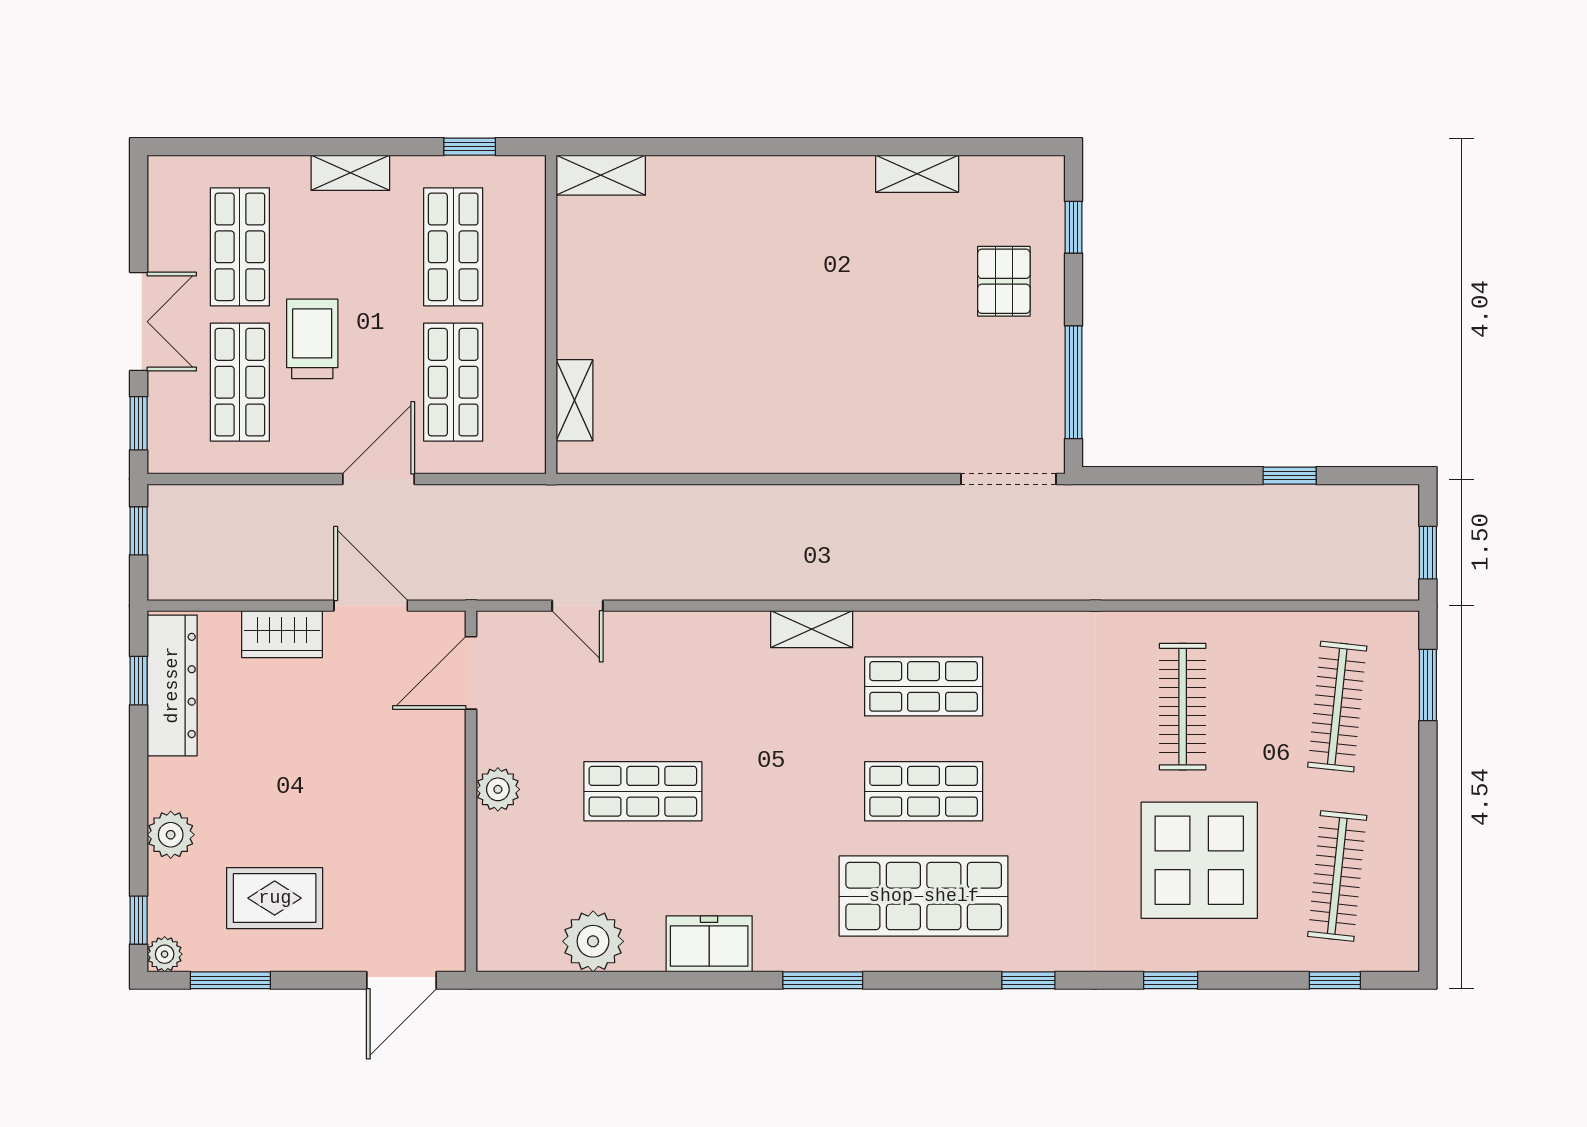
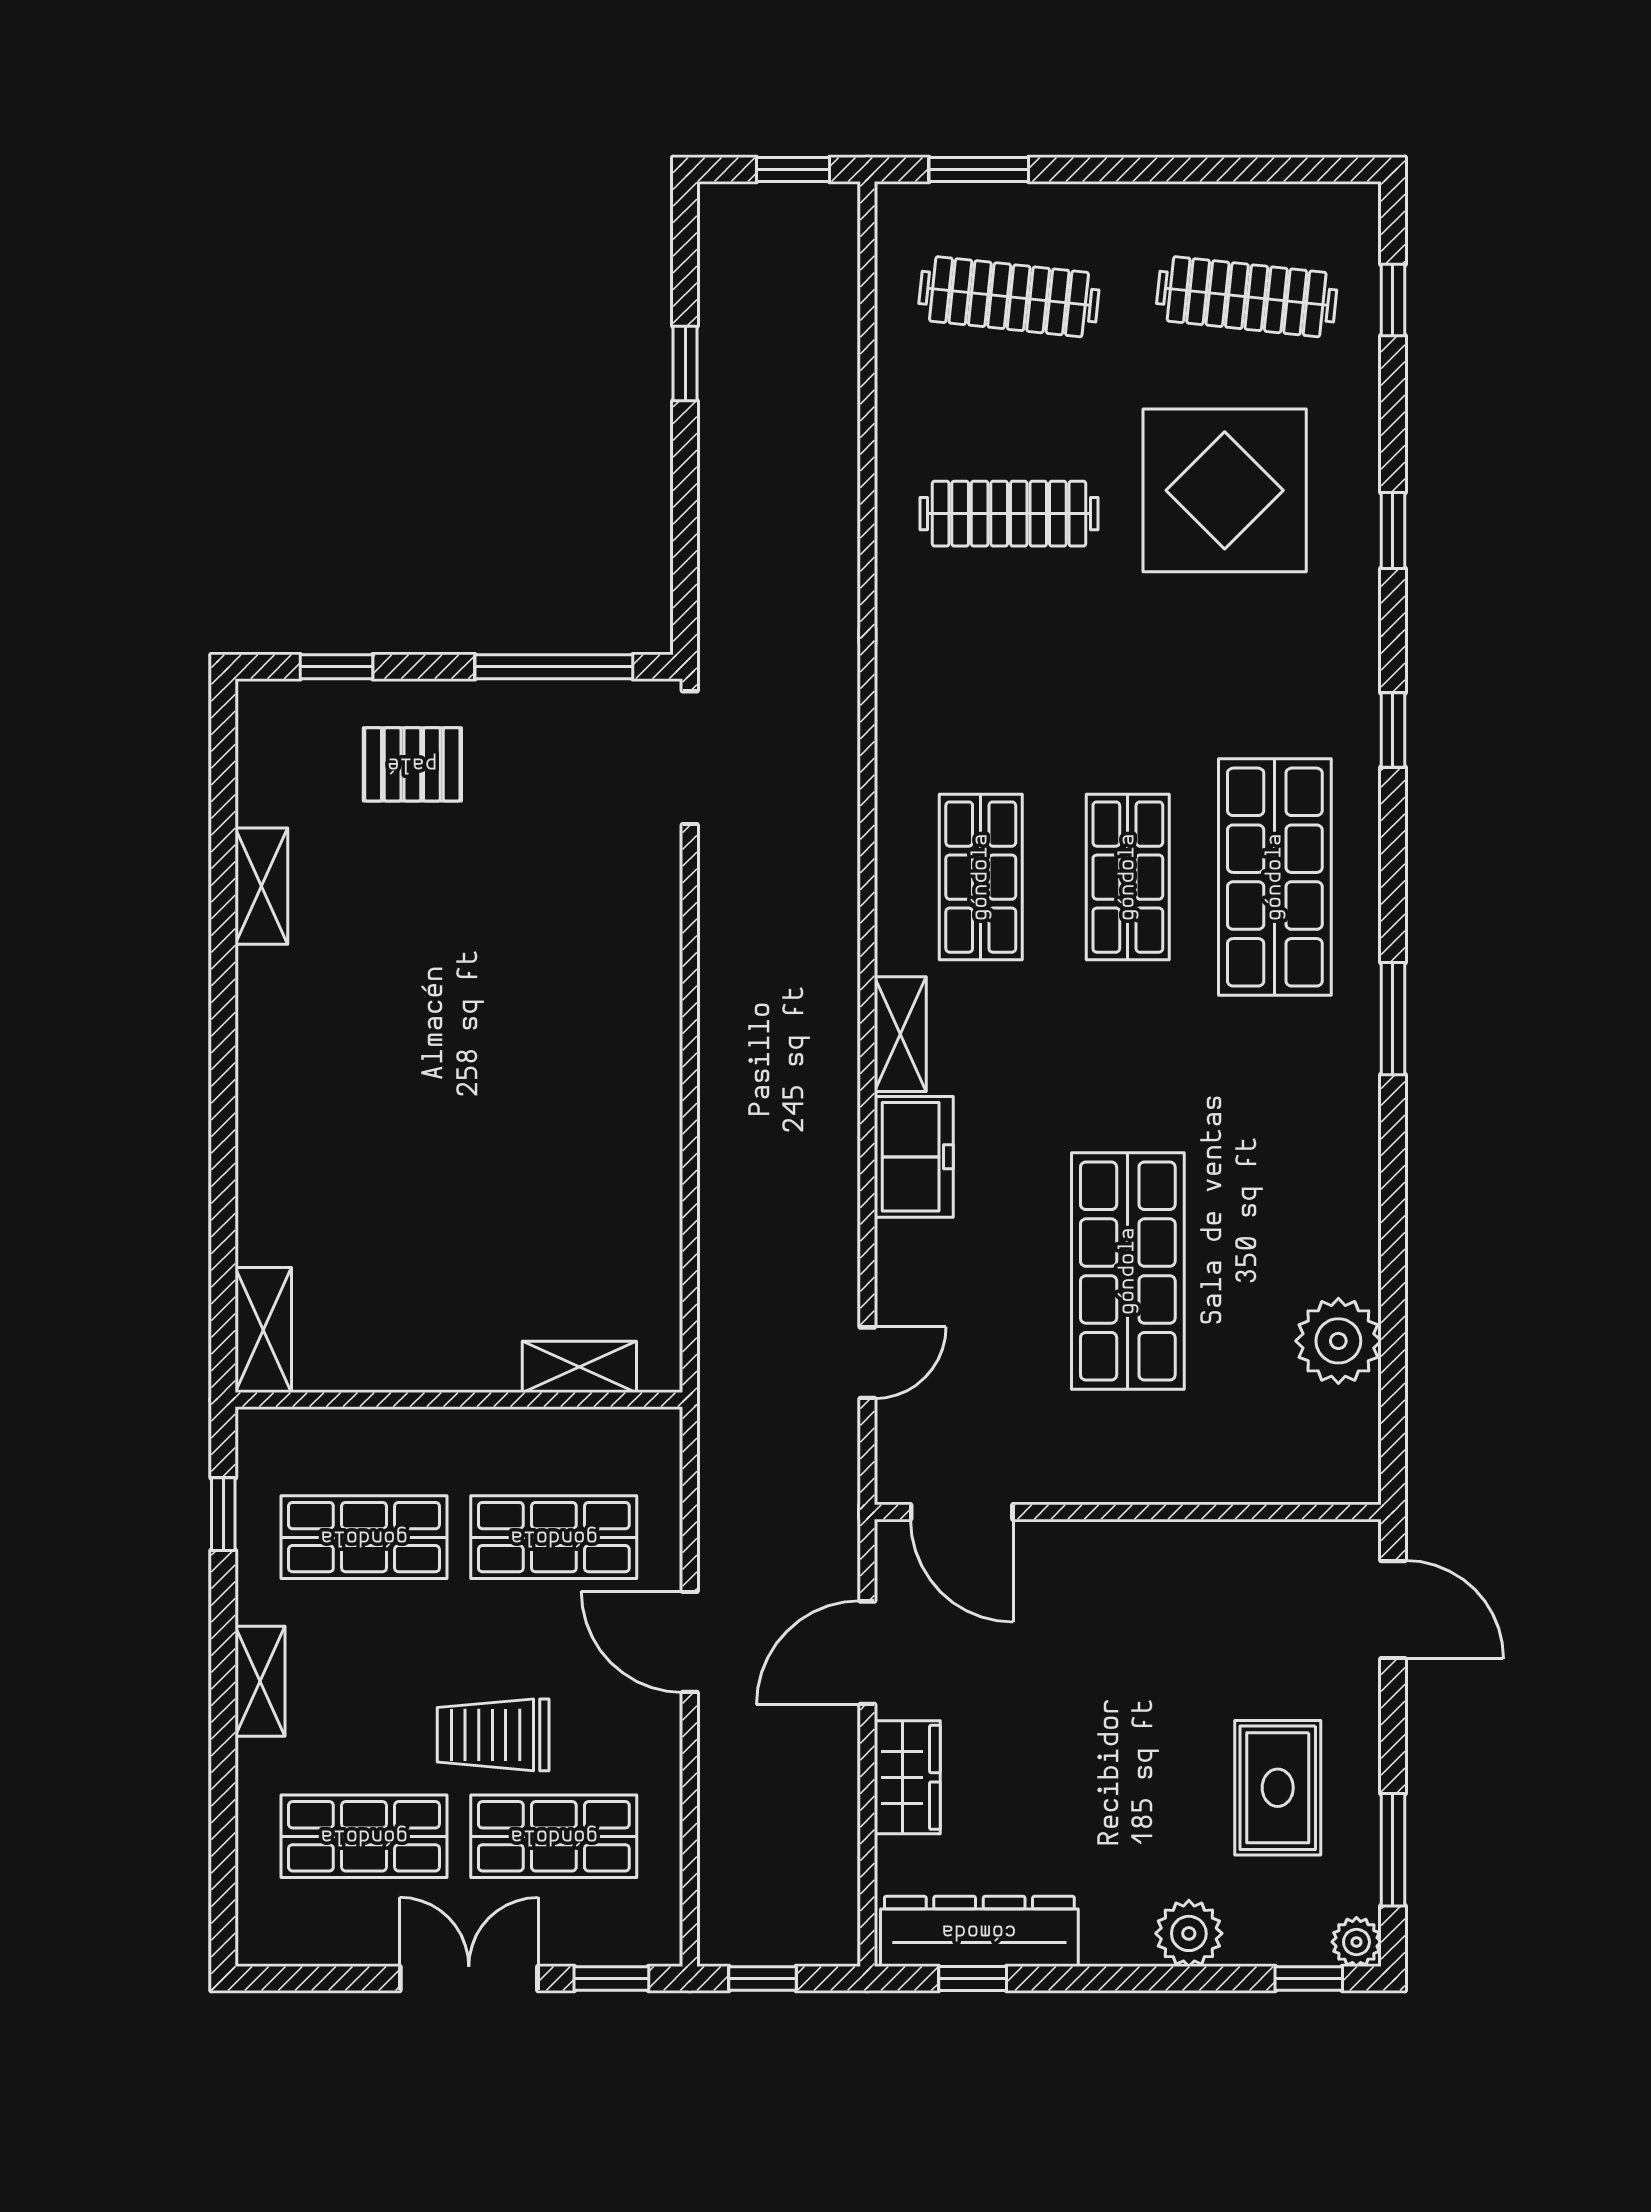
plant: (498, 789) -> (1125, 1474), removed
shop shelf: (643, 791) -> (1128, 1271), width x1.43, depth x1.36
freezer: (709, 944) -> (914, 1157), moved, turned 180

